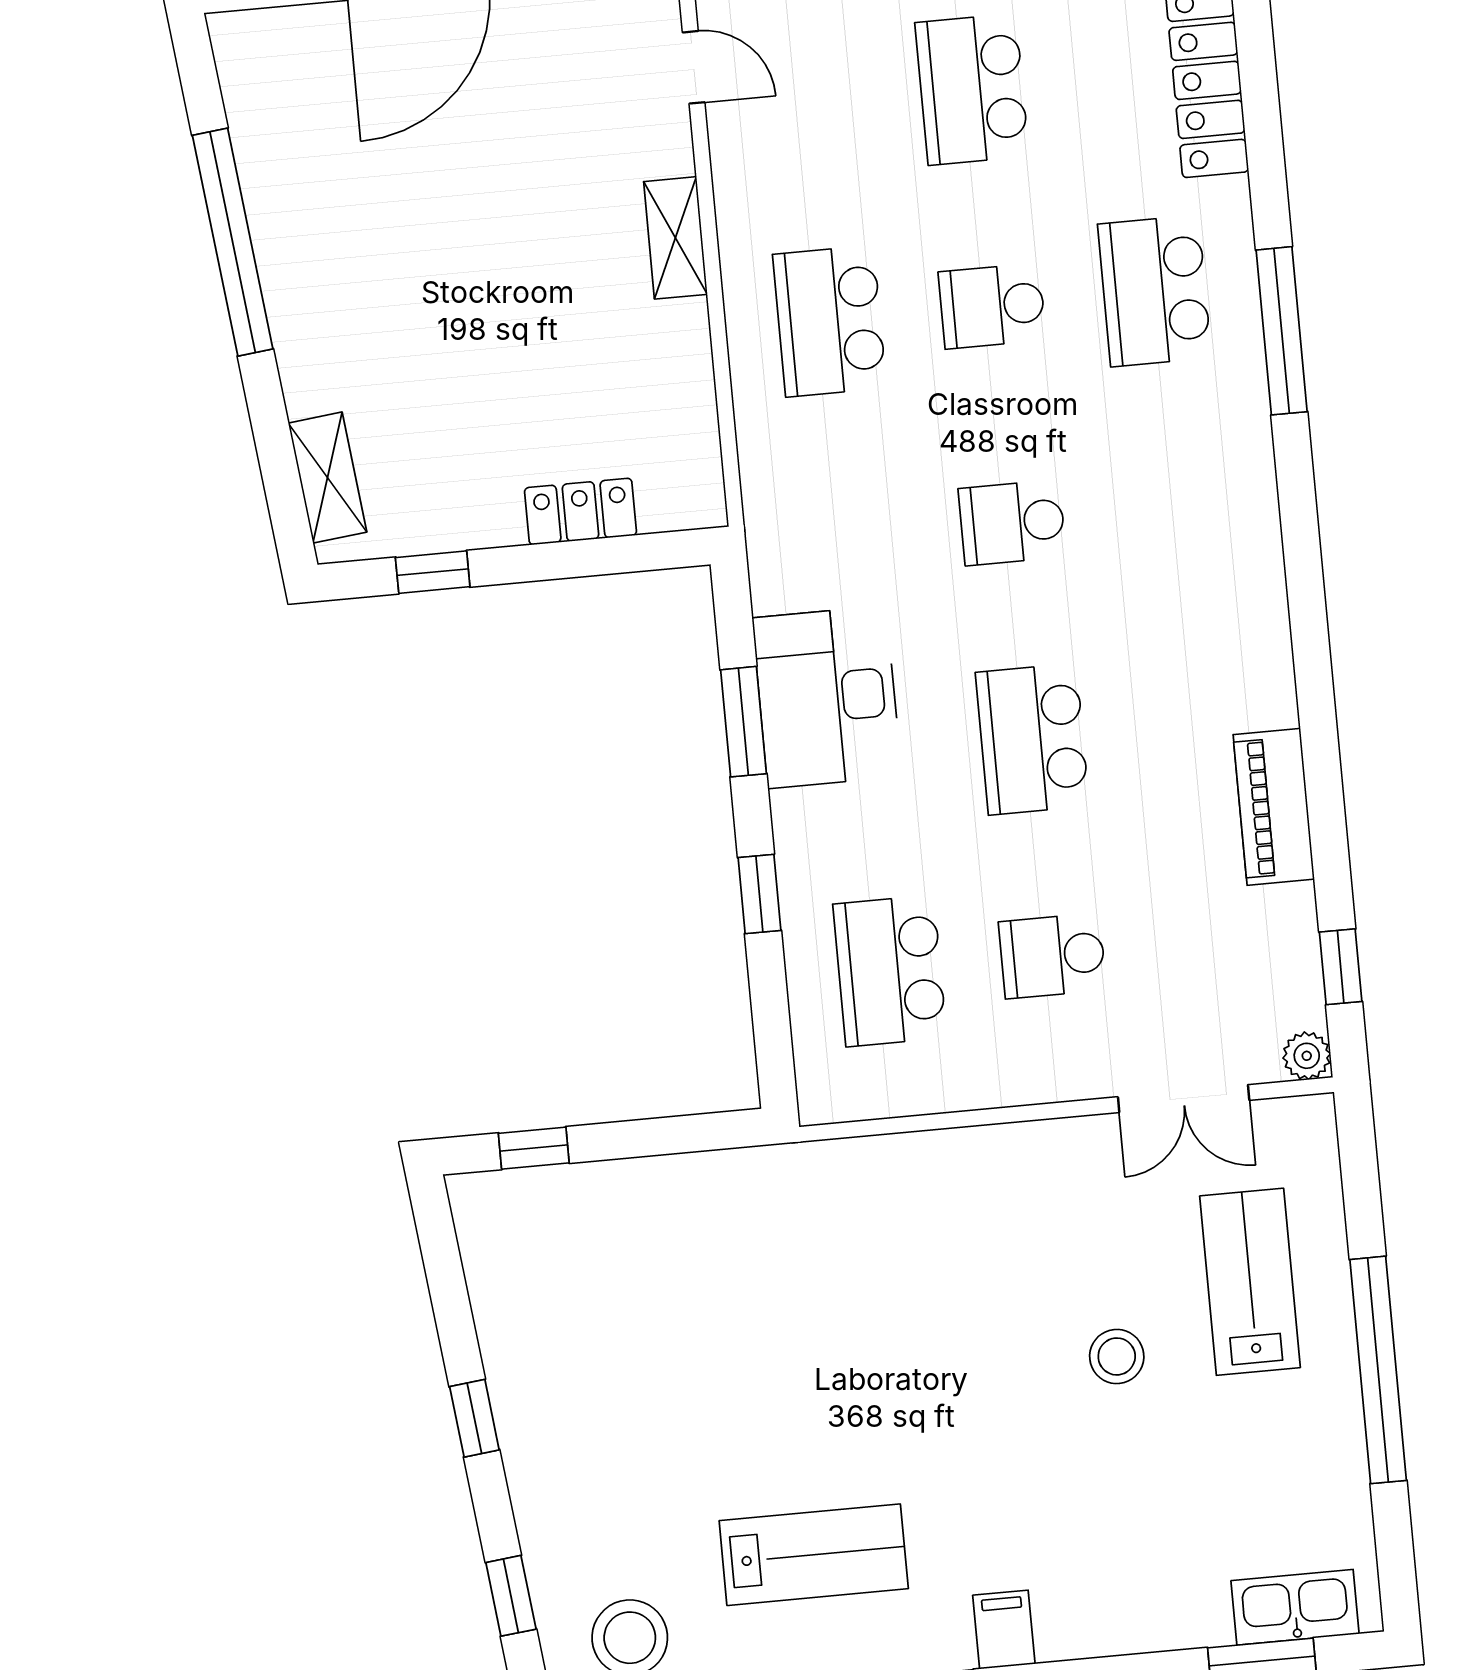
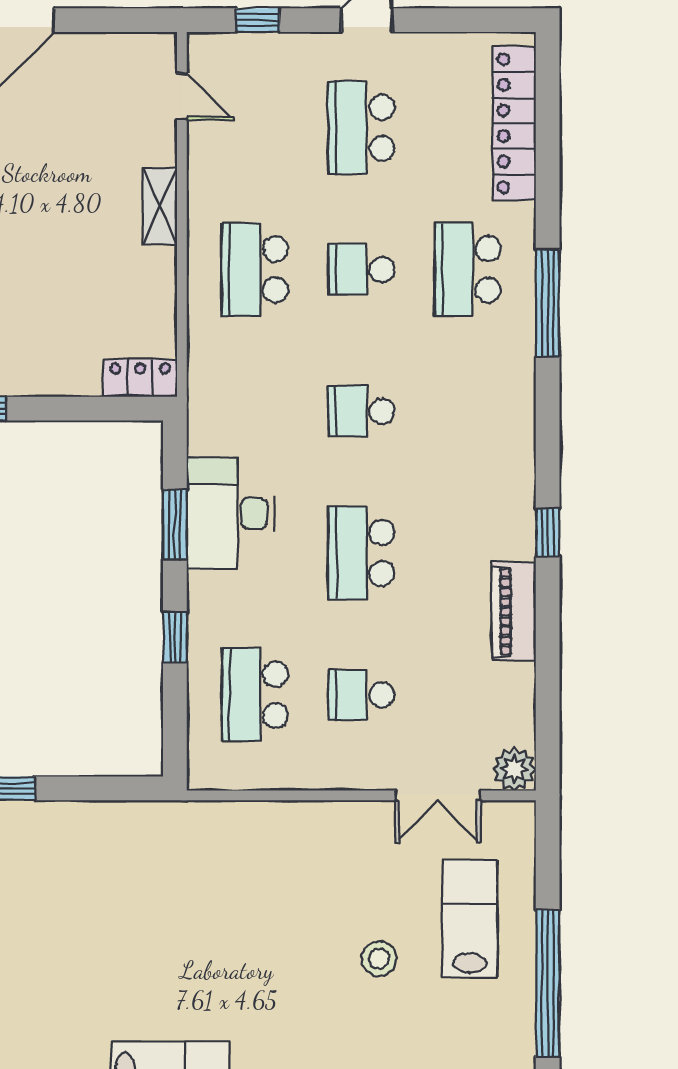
locker: (580, 512) -> (140, 378), moved
window: (1341, 967) -> (548, 532), moved
plant: (1307, 1056) -> (514, 769), width x1.38, depth x1.38

